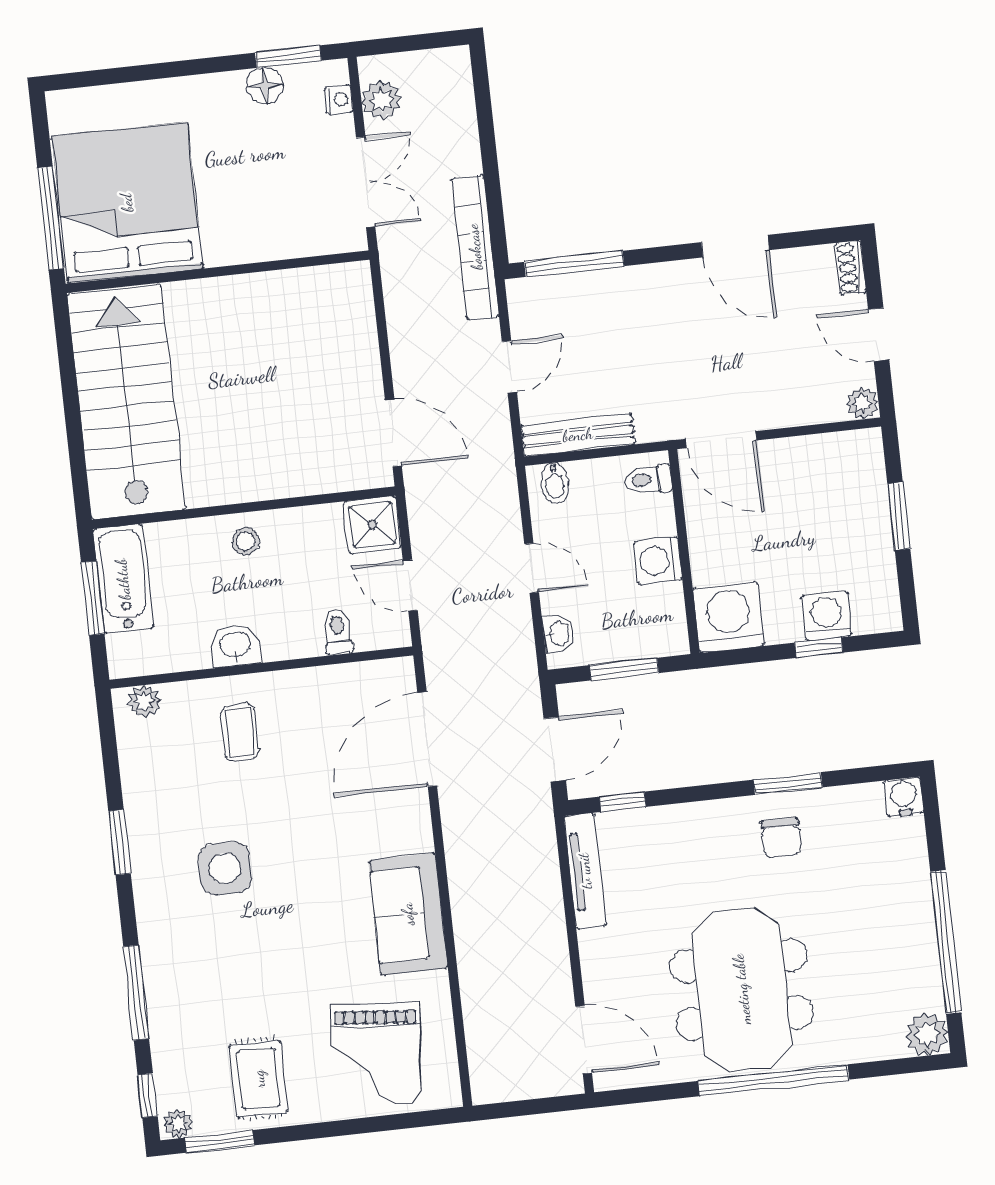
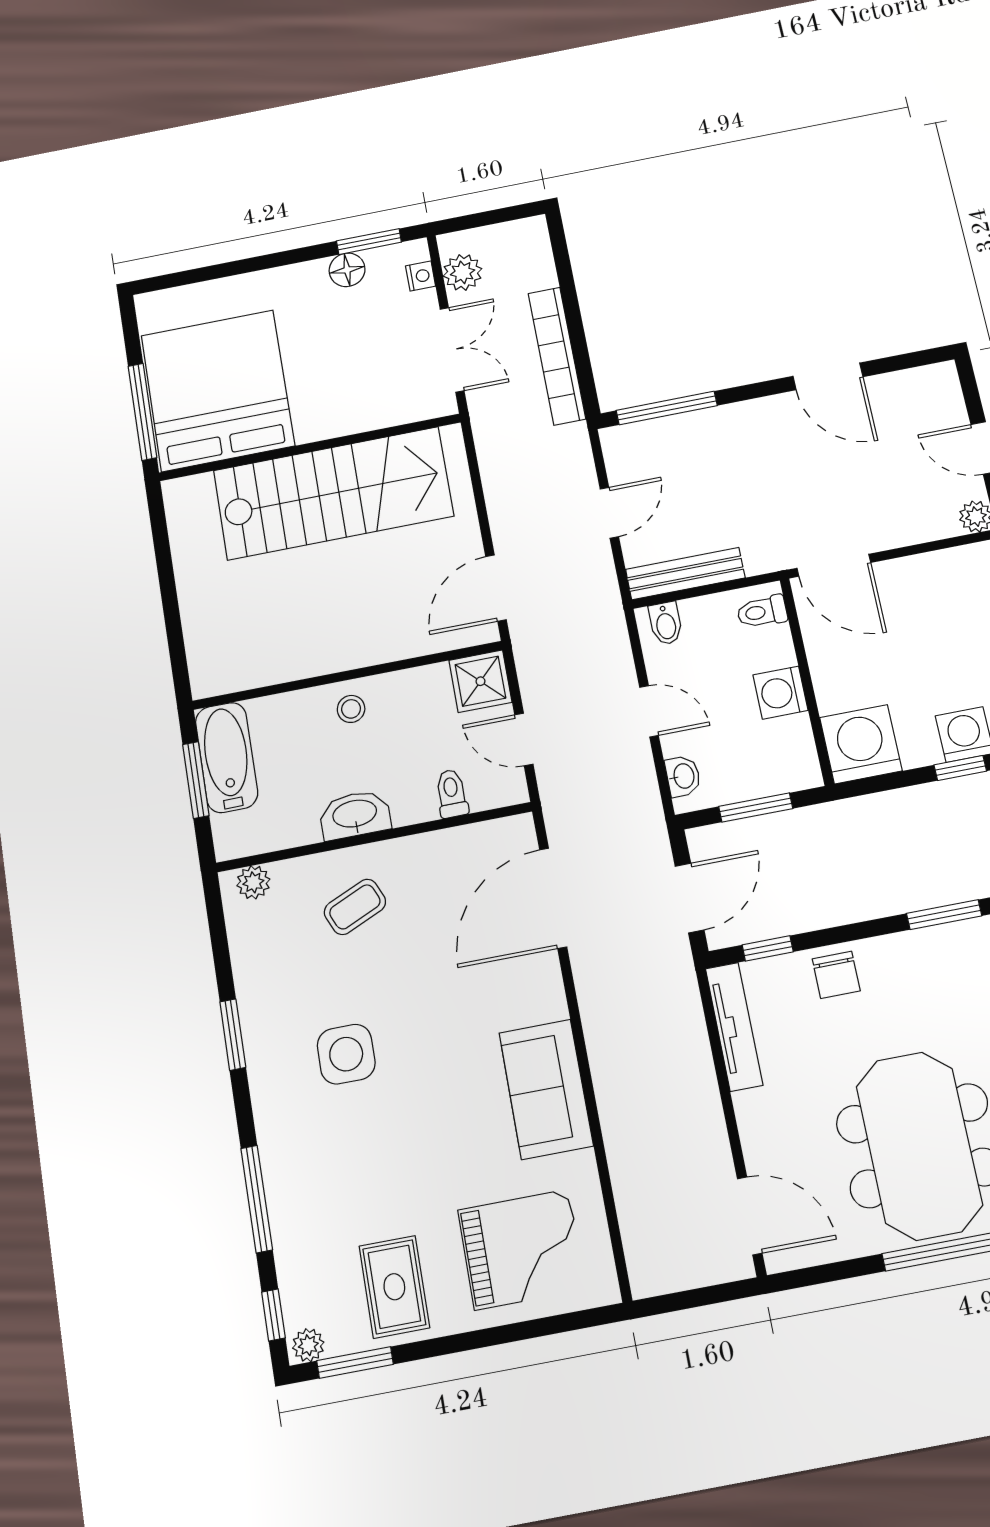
bookcase: (475, 247) -> (557, 356), moved
shoe rack: (851, 268) -> (948, 387), removed
stairs: (126, 402) -> (333, 493), moved, turned 90
door: (393, 433) -> (496, 588), swing flipped
washbasin: (235, 646) -> (355, 815), width x1.38
coffee table: (240, 732) -> (355, 907), turned 66
chair: (781, 838) -> (836, 975), moved
grand piano: (376, 1054) -> (522, 1249), turned -95

